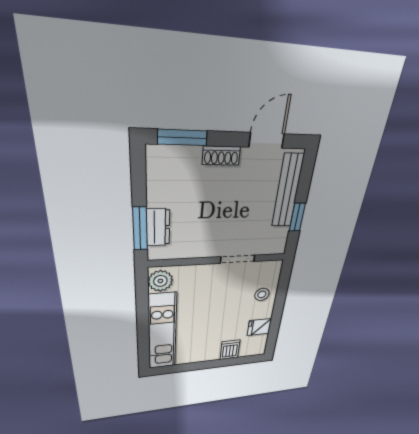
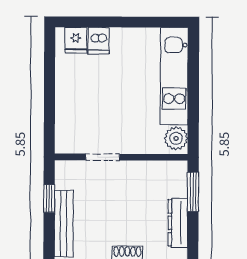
dresser: (158, 227) -> (178, 223), moved, width x1.44
stool: (262, 294) -> (71, 113), removed
fridge: (259, 327) -> (76, 40), moved, turned 90

